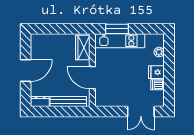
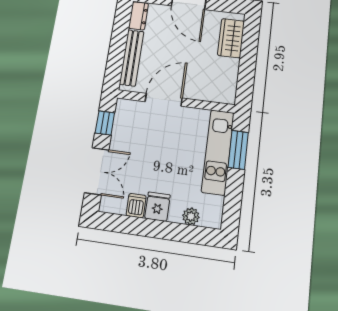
wardrobe: (83, 47) -> (231, 38), moved, turned -90
window: (111, 111) -> (105, 123), added
double door: (141, 111) -> (97, 171), swing flipped

